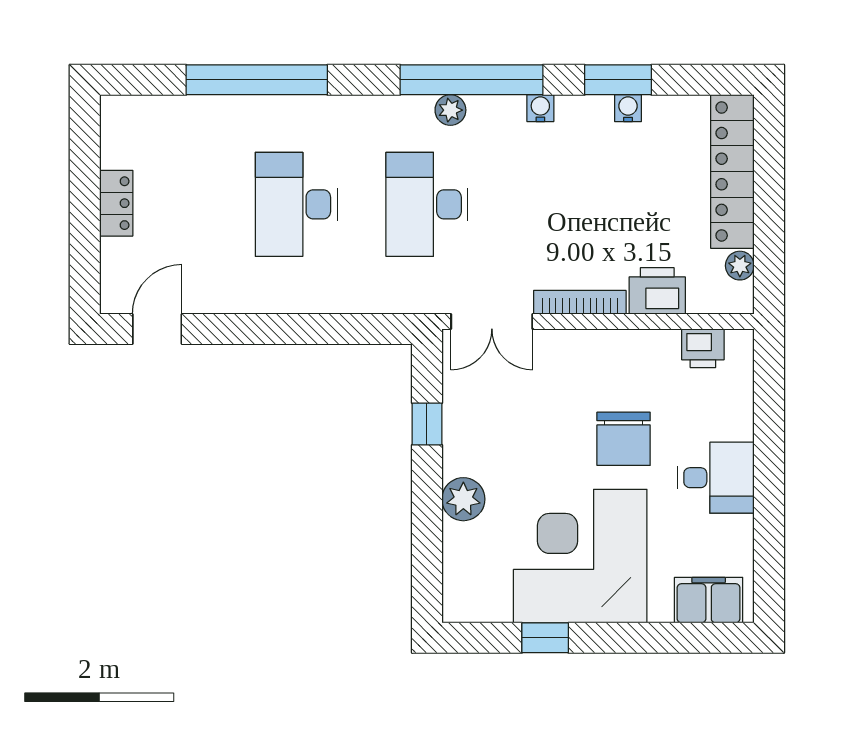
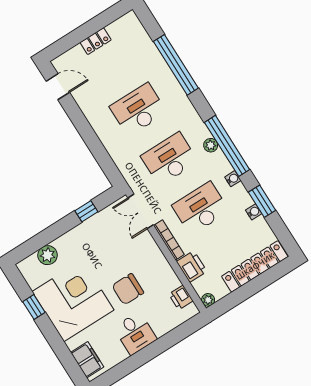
desk: (558, 204) -> (201, 208), added
plant: (740, 266) -> (208, 300), moved
plant: (463, 499) -> (48, 255), moved

